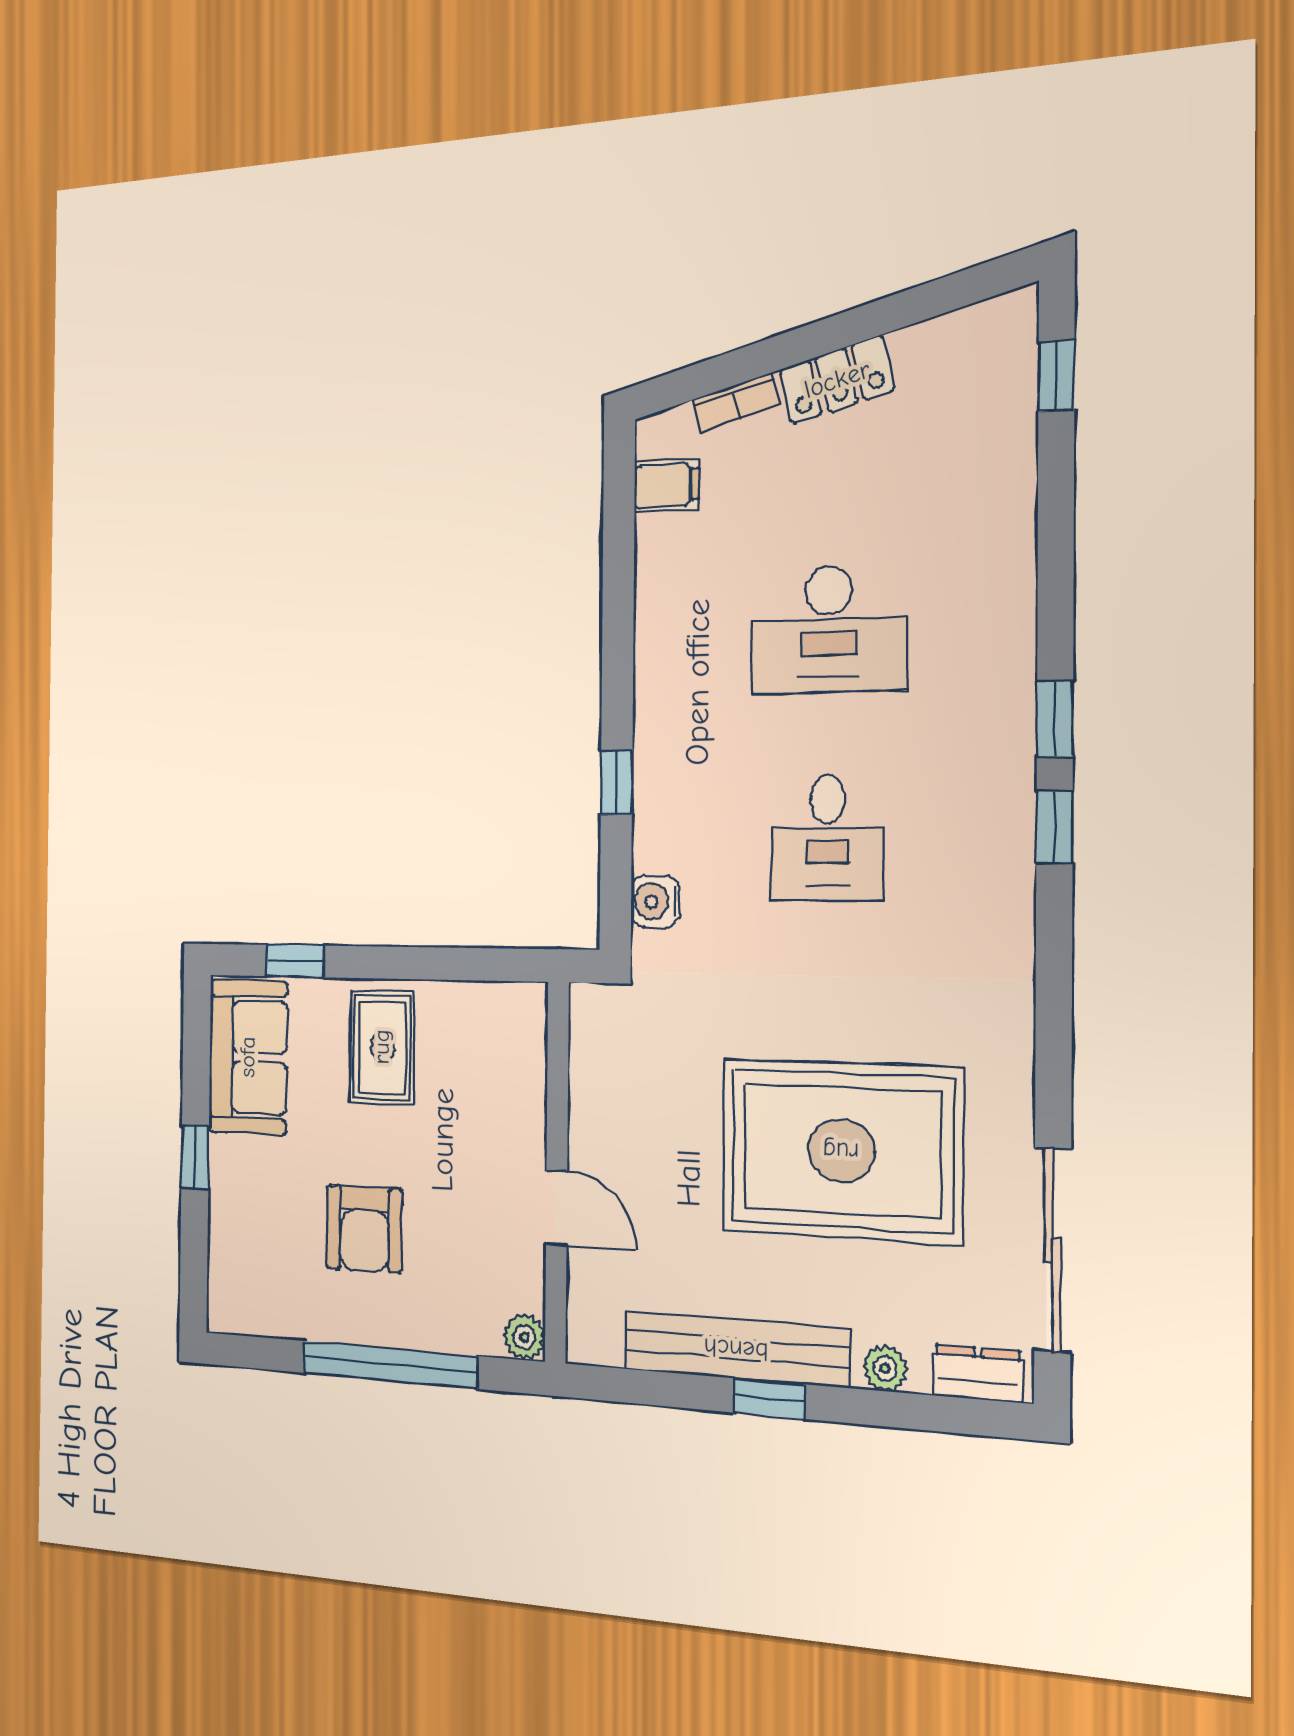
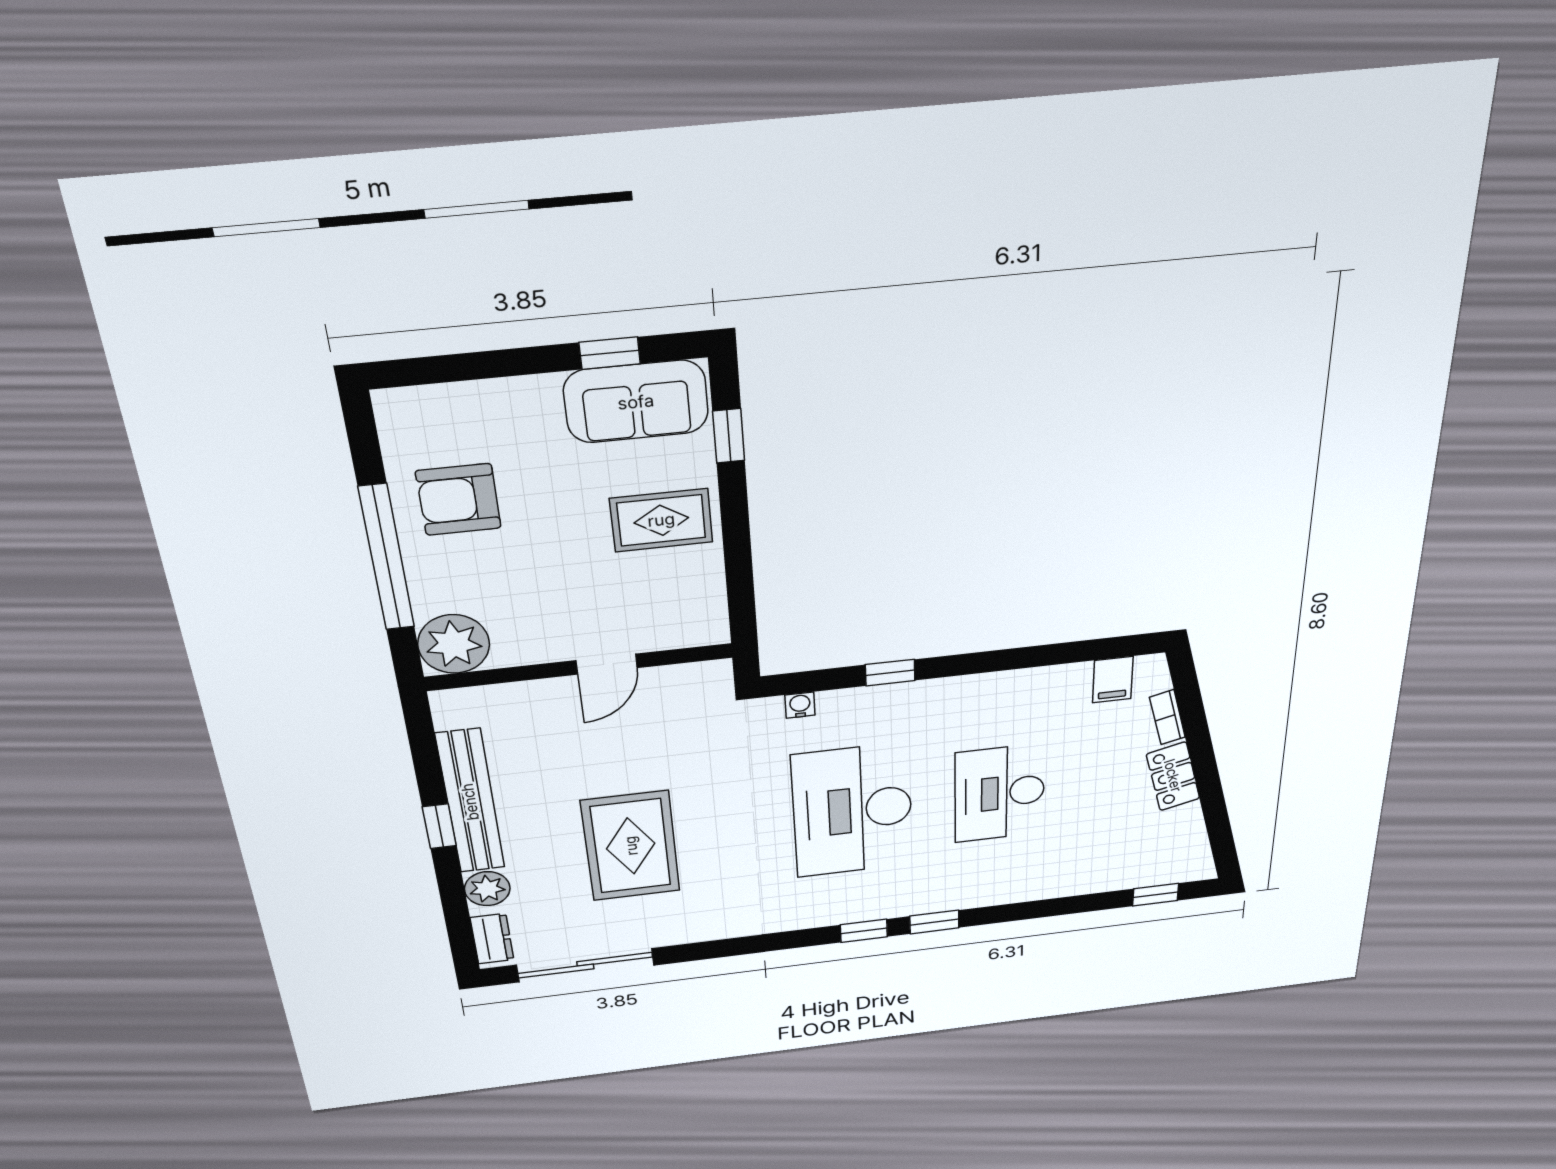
desk: (827, 838) -> (852, 810), width x1.87, depth x1.30
water cooler: (655, 902) -> (800, 705), width x0.72, depth x0.72
rug: (841, 1151) -> (631, 846), width x0.73, depth x0.69
window: (195, 1157) -> (610, 353), moved
door: (557, 1208) -> (606, 664), moved
armchair: (364, 1229) -> (458, 500), moved
plant: (524, 1337) -> (454, 644), width x1.88, depth x1.88
plant: (885, 1368) -> (487, 889), width x1.38, depth x1.38

